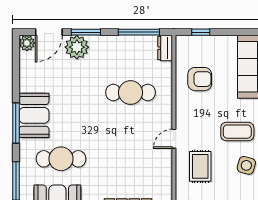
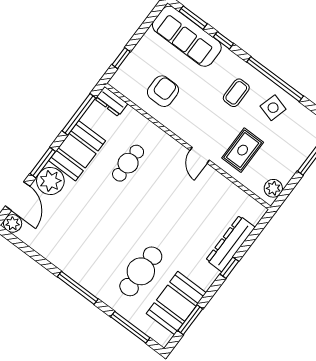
cafe table: (130, 93) -> (128, 163), width x0.73, depth x0.74
booth: (34, 115) -> (77, 151), moved, turned 90
coffee table: (237, 132) -> (236, 93), width x0.73, depth x0.77
rug: (200, 166) -> (243, 150), turned 90

